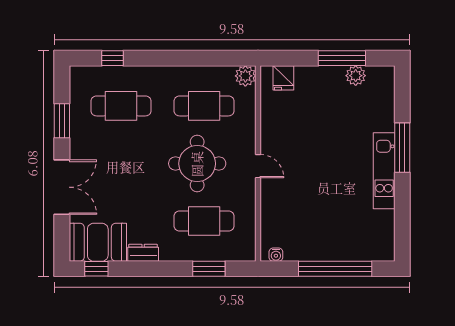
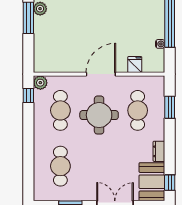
window: (112, 58) -> (28, 95), moved
fridge: (283, 78) -> (135, 64), moved, turned -90
door: (258, 166) -> (101, 74), width x1.87
water cooler: (276, 255) -> (160, 44), moved

